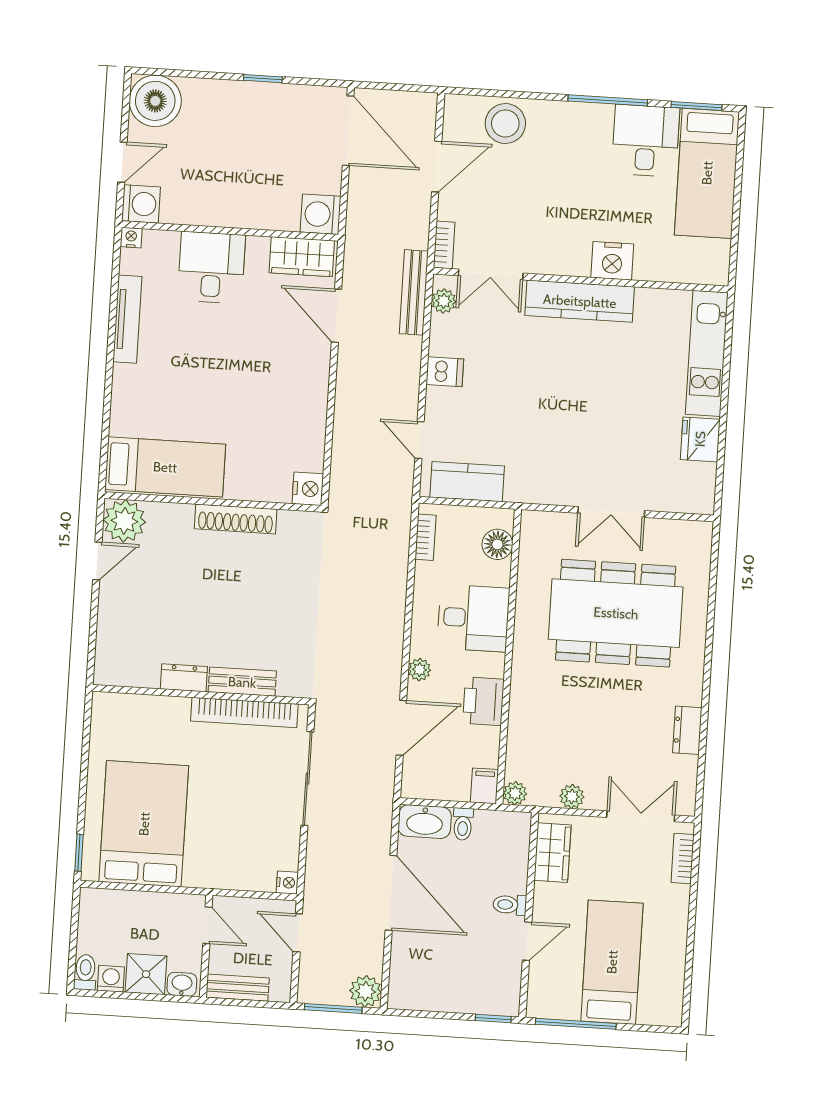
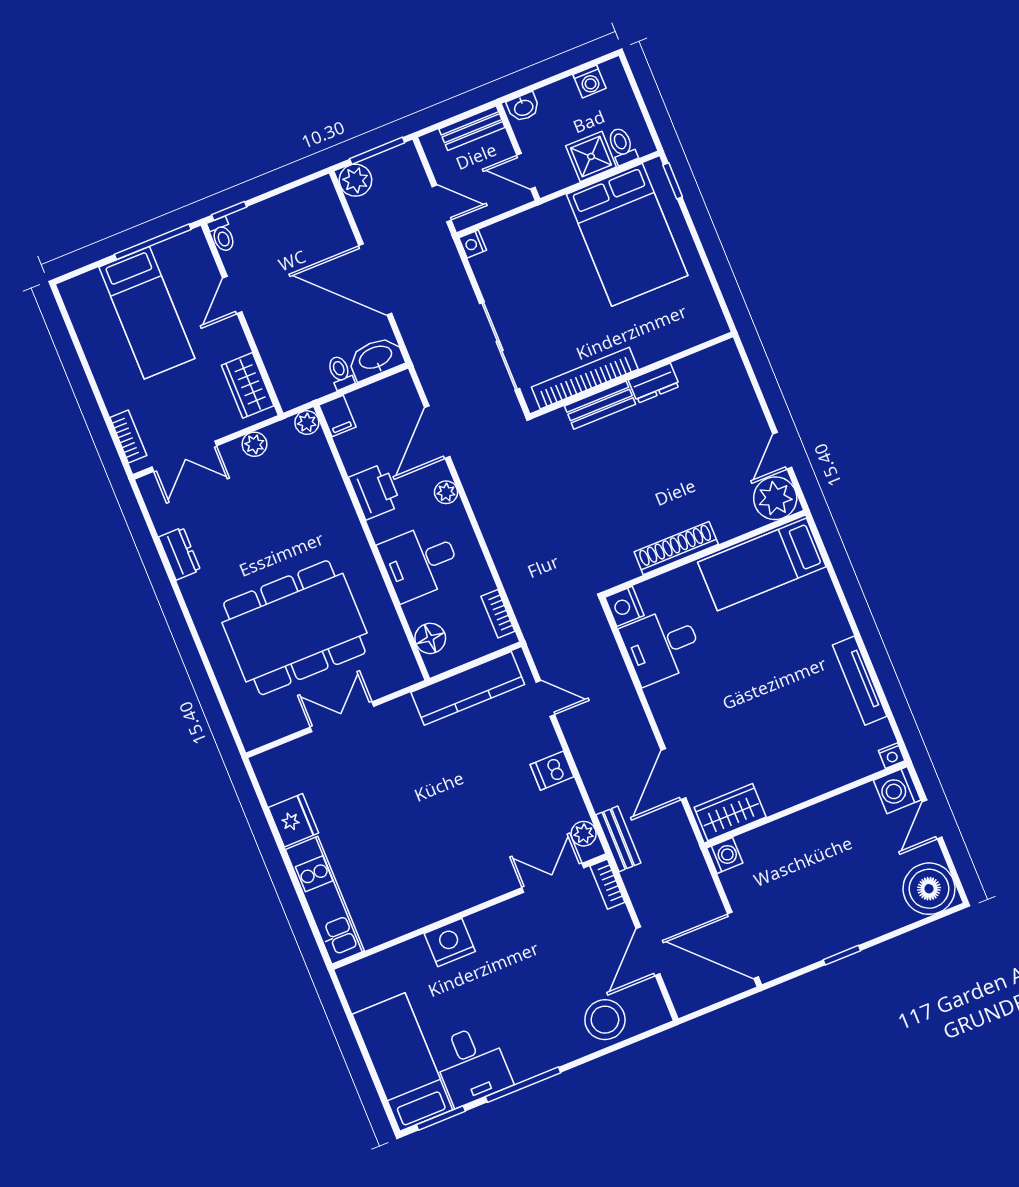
washing machine: (321, 214) -> (725, 855), width x0.73, depth x0.73
desk: (211, 267) -> (662, 646), moved, turned 90
bench: (414, 292) -> (618, 839), width x0.73
kitchen counter: (580, 301) -> (461, 892), removed
door: (337, 316) -> (673, 774), swing flipped
kitchen counter: (467, 482) -> (468, 688), width x1.50
toilet: (510, 905) -> (222, 235), moved, turned 90
toilet: (85, 972) -> (622, 146), moved, turned 180
shower: (146, 974) -> (591, 156), moved

